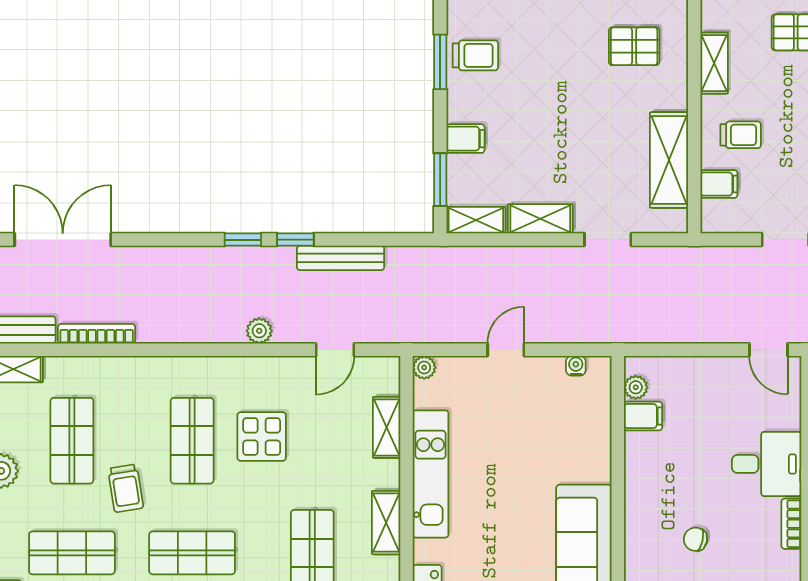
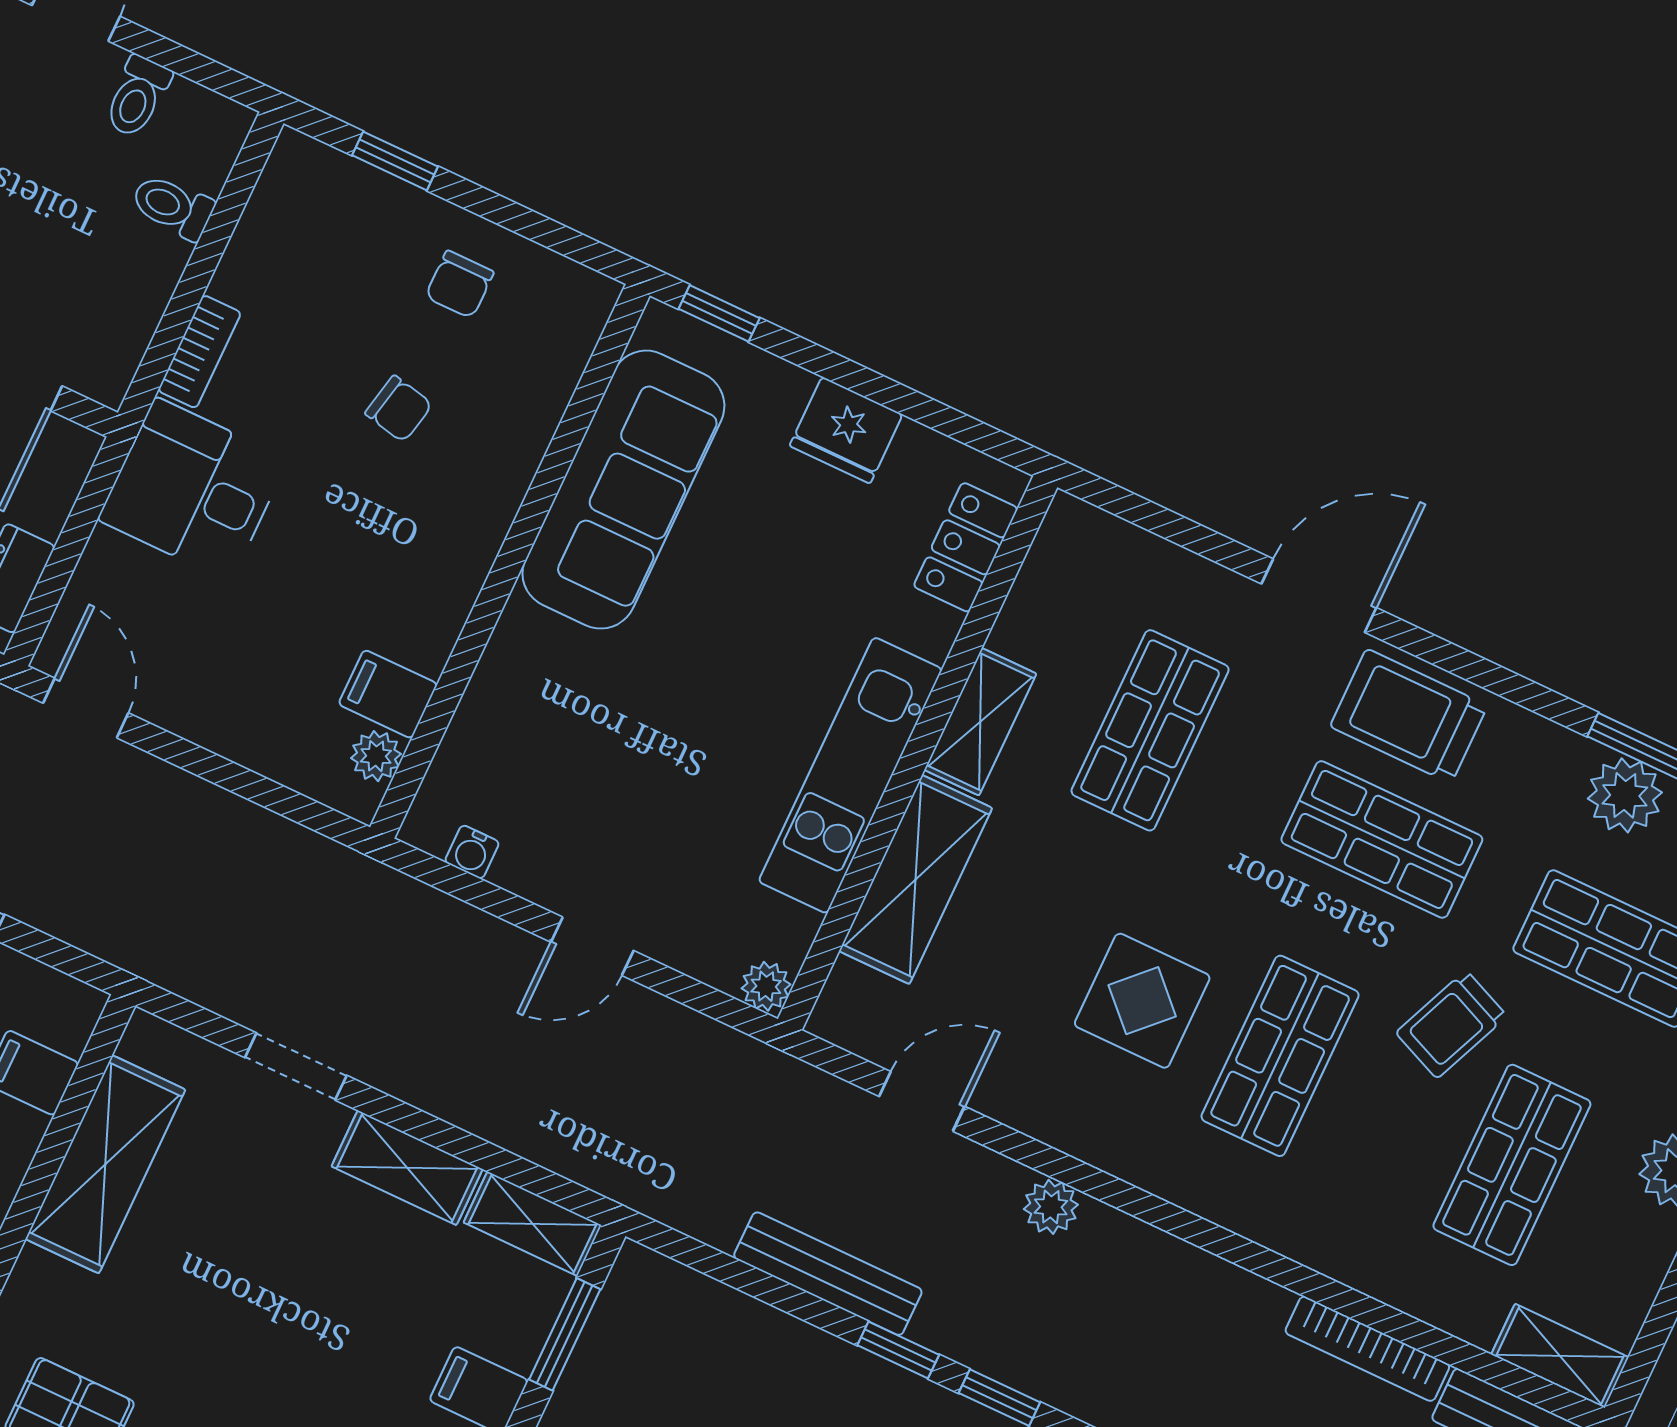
shelving: (387, 427) -> (916, 880), width x1.50, depth x1.33
trolley: (126, 488) -> (1451, 1024), turned -148

